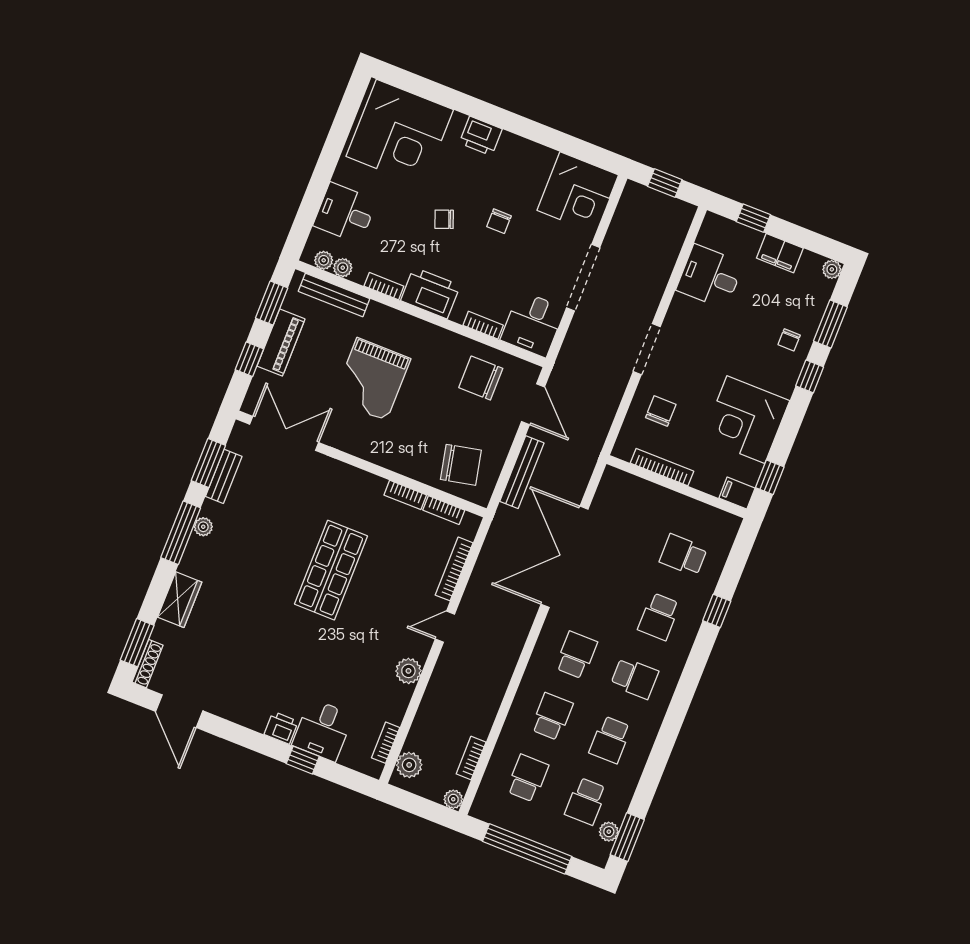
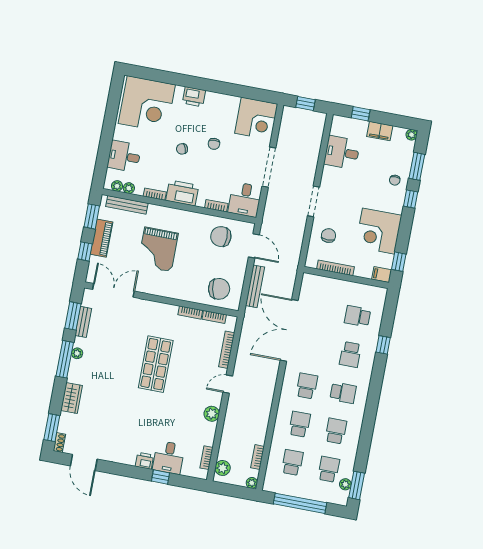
shoe rack: (147, 664) -> (59, 443), width x0.70
school desk: (610, 740) -> (336, 431), turned 180
school desk: (586, 801) -> (329, 469), turned 180

